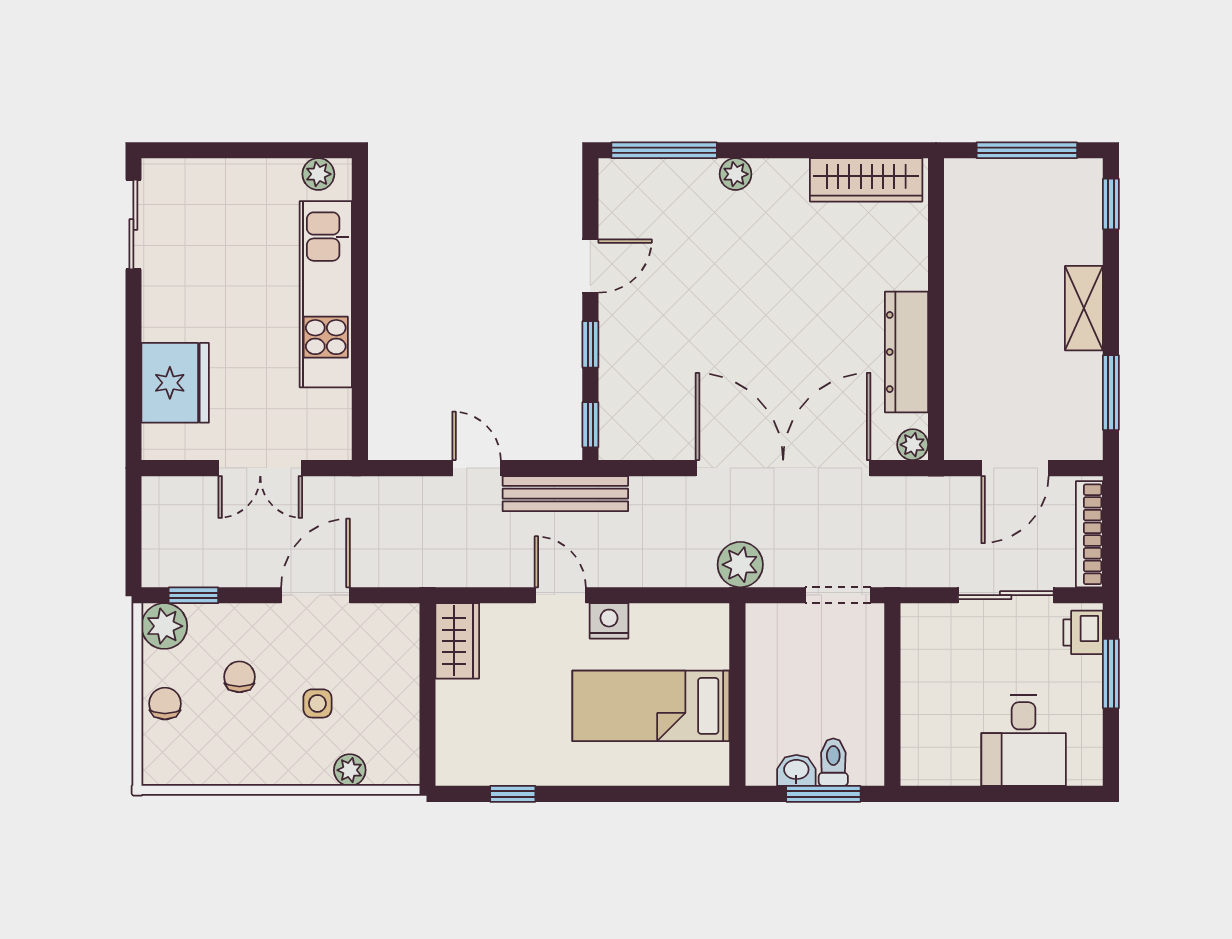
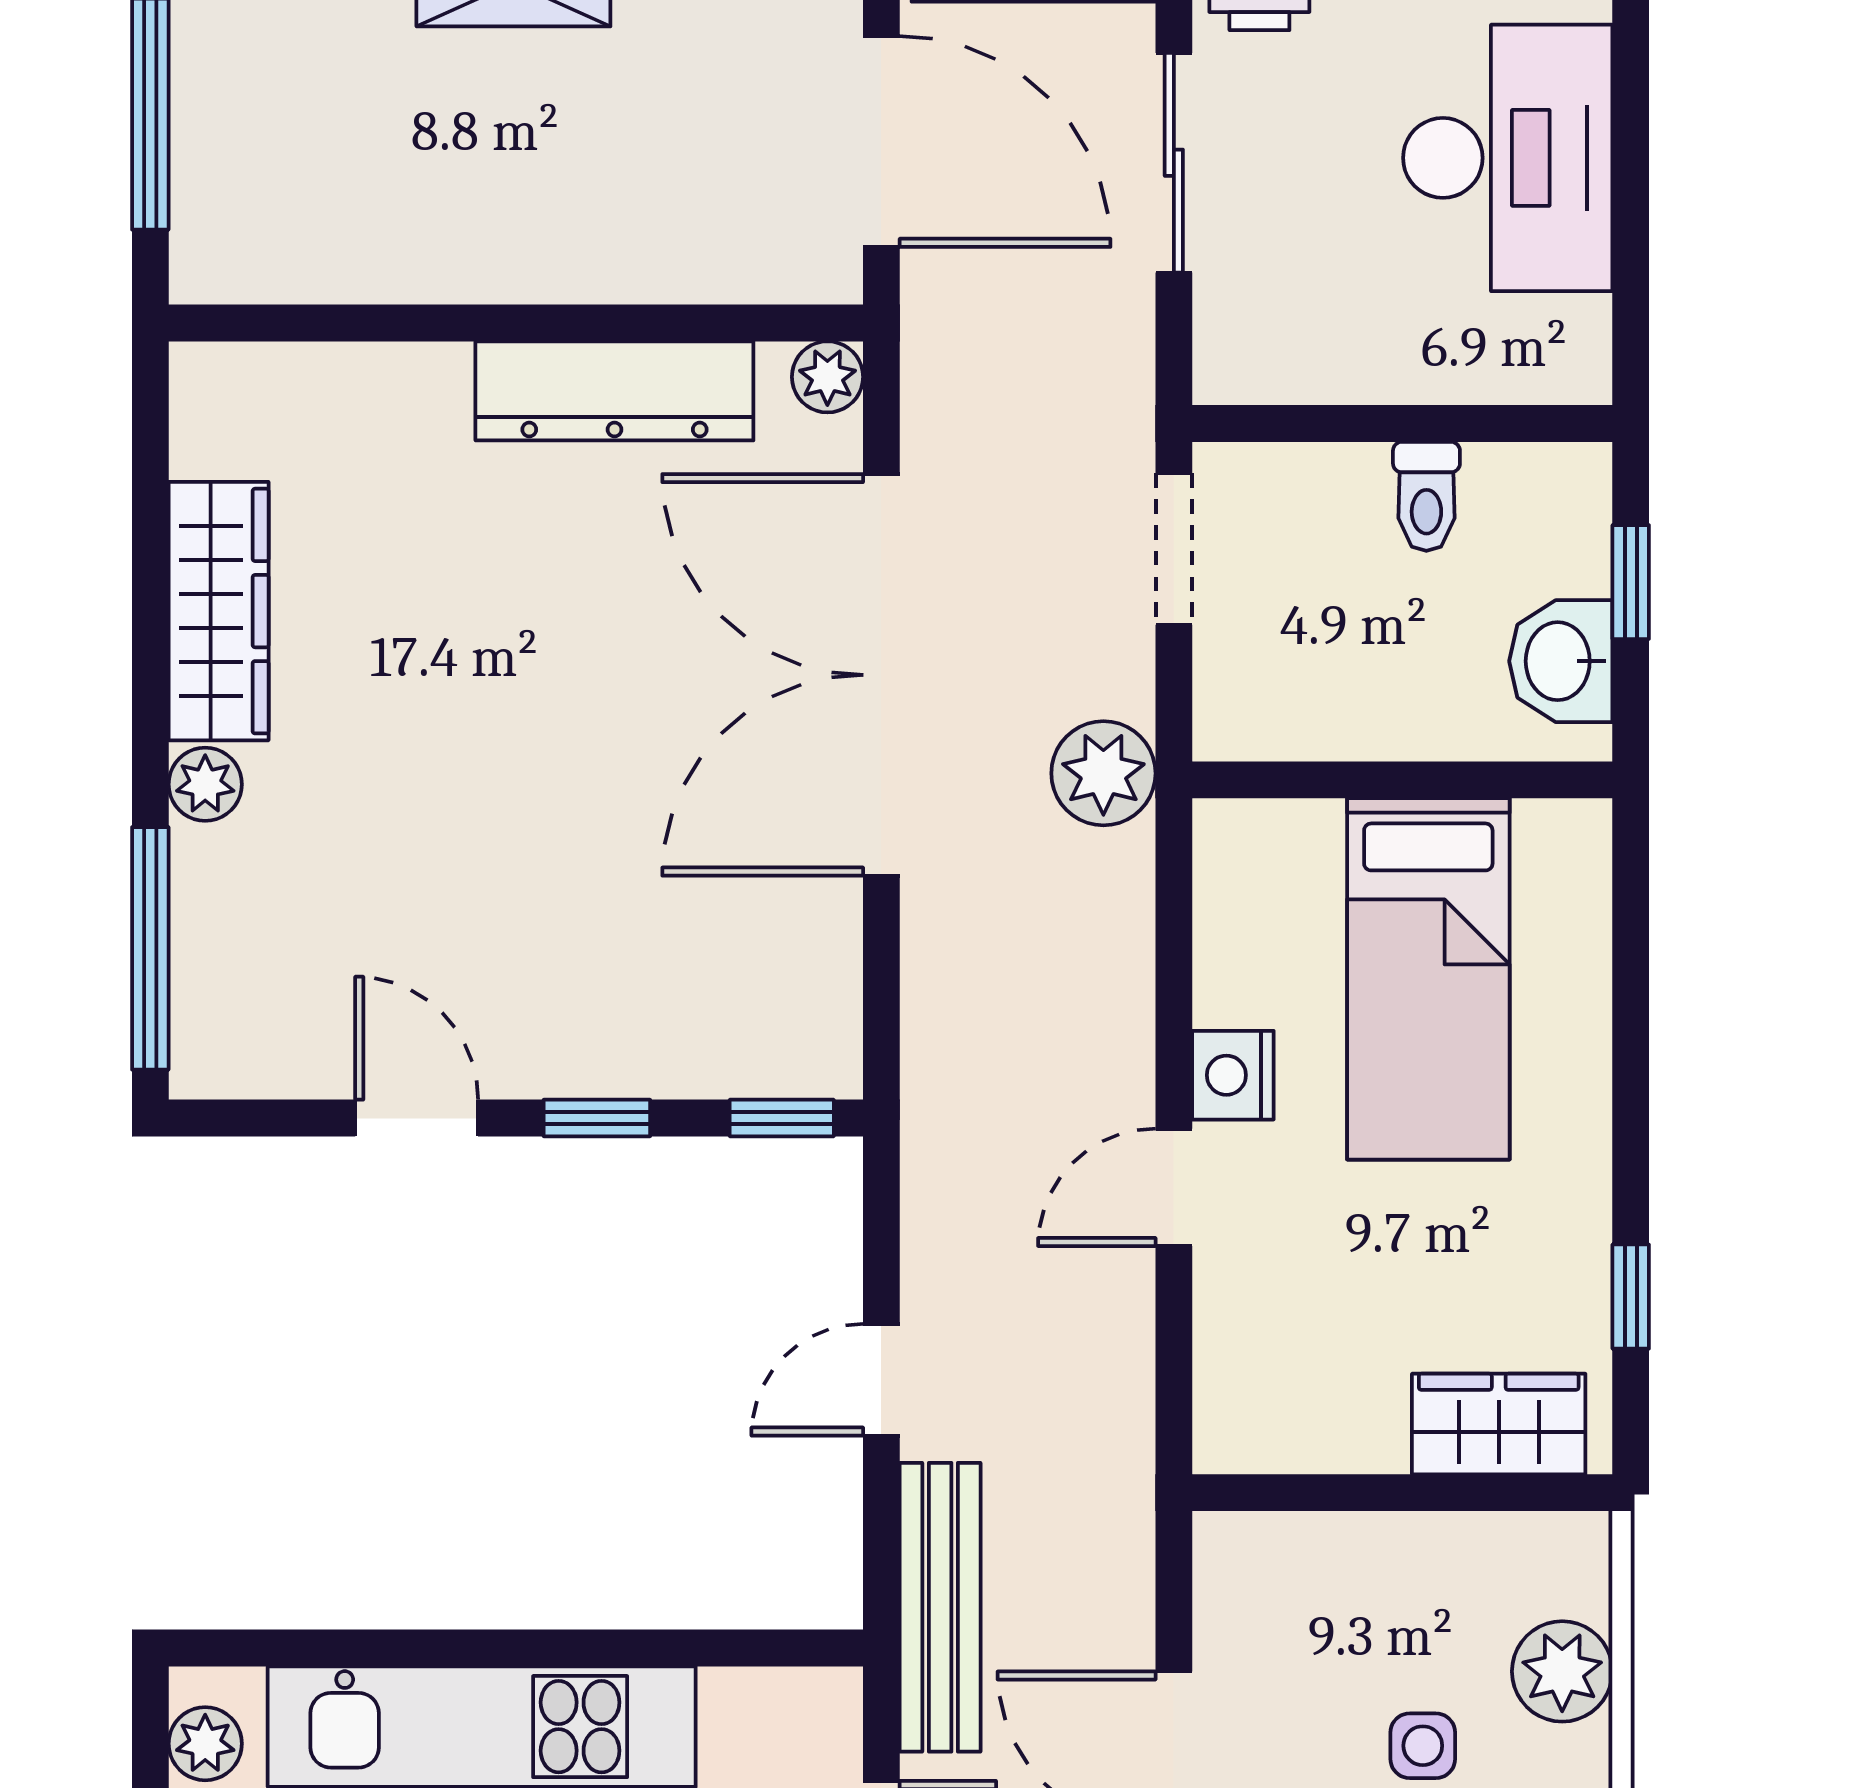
wardrobe: (866, 180) -> (219, 611), moved
door: (1015, 468) -> (881, 141), width x1.36
bench: (565, 494) -> (940, 1607), moved
wardrobe: (457, 641) -> (1499, 1424), moved
desk: (1024, 740) -> (1508, 158), width x1.37
toilet: (833, 762) -> (1426, 496), moved, turned -90
plant: (350, 770) -> (1562, 1671), width x1.38, depth x1.38
washbasin: (796, 770) -> (1561, 661), width x1.38, depth x1.45
window: (823, 794) -> (1631, 582), width x0.67

